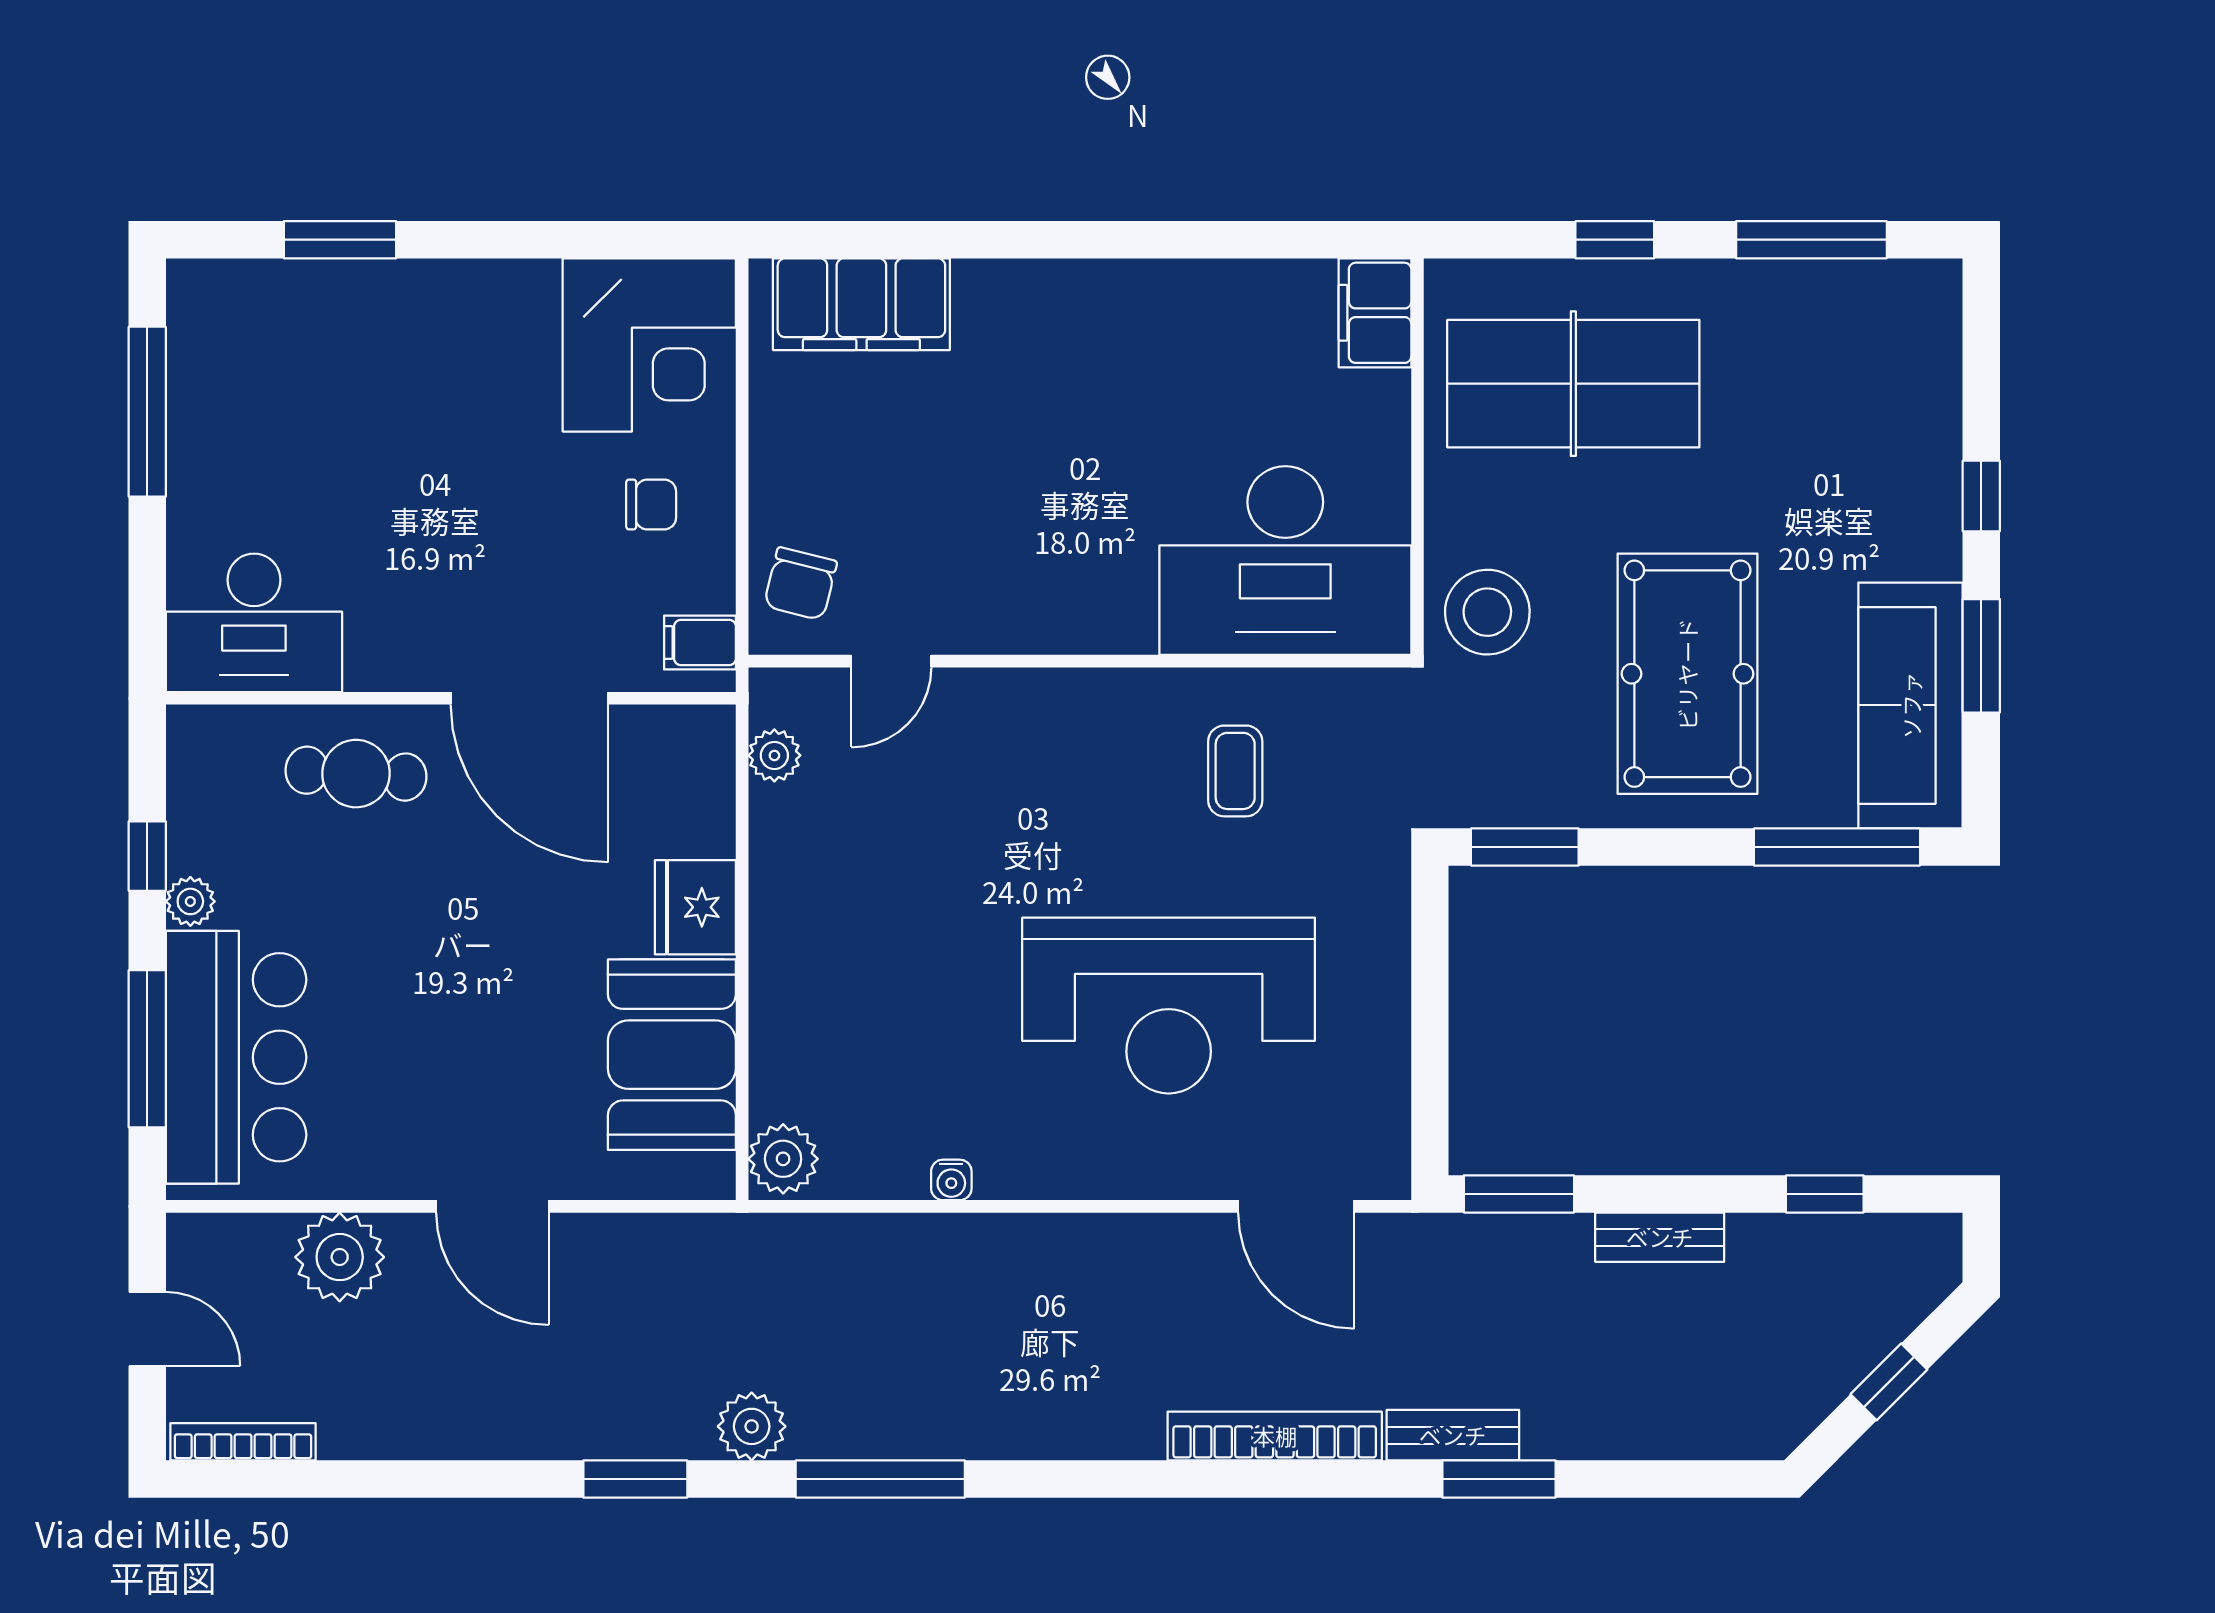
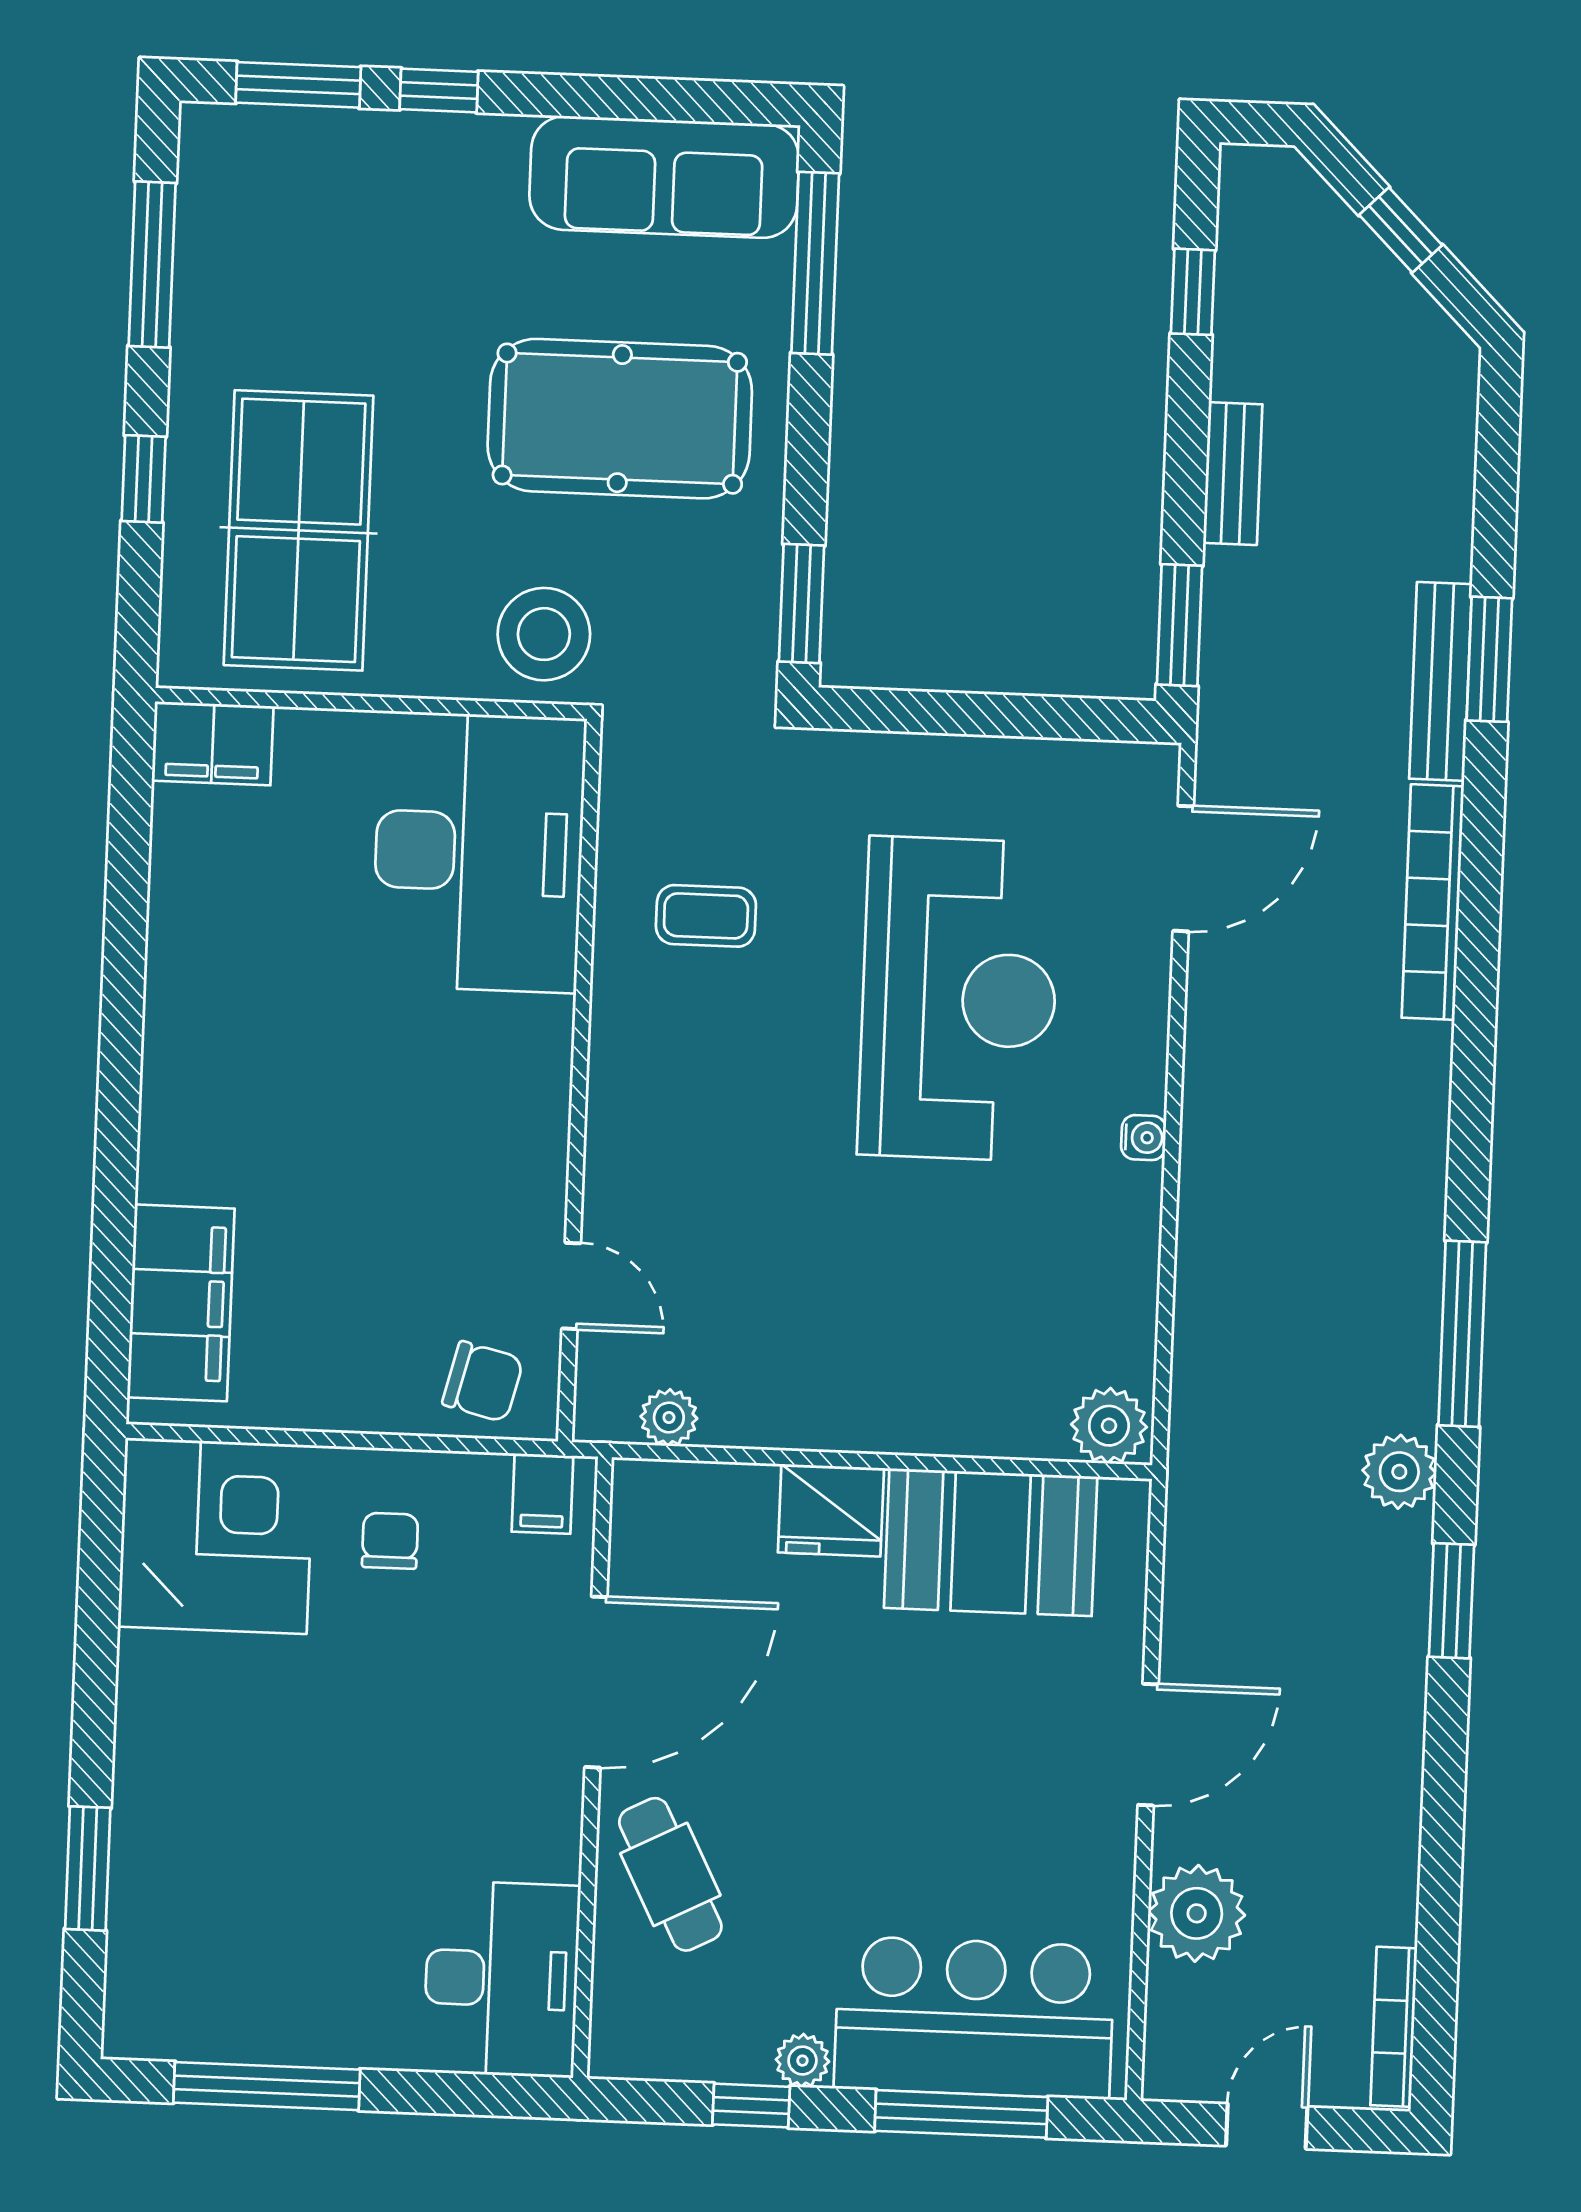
window: (1981, 656) -> (298, 85), moved
cafe table: (356, 774) -> (670, 1874), turned -31
water cooler: (951, 1180) -> (1144, 1138), moved
bench: (1453, 1435) -> (1441, 681), width x1.36

